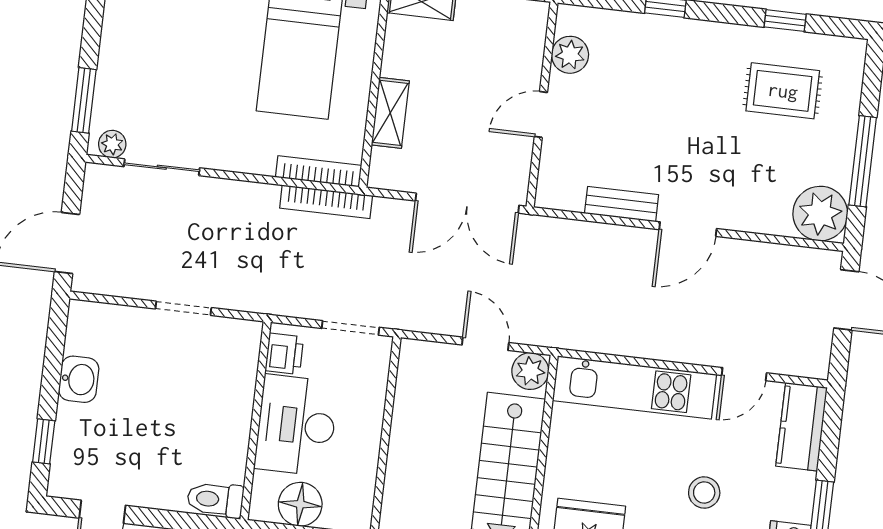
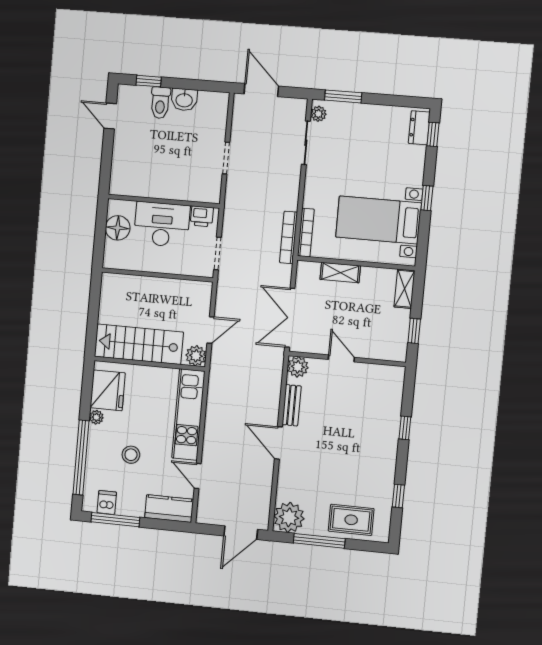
plant: (570, 55) -> (298, 367), moved
rug: (783, 91) -> (351, 520), moved, turned 90
toilet: (215, 500) -> (160, 103), moved, turned 180

